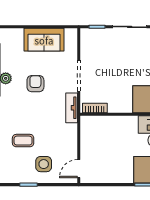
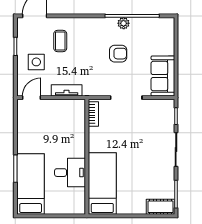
sofa: (44, 40) -> (163, 76), moved
tv unit: (72, 108) -> (67, 90), moved
door: (79, 169) -> (32, 98), hinge flipped

